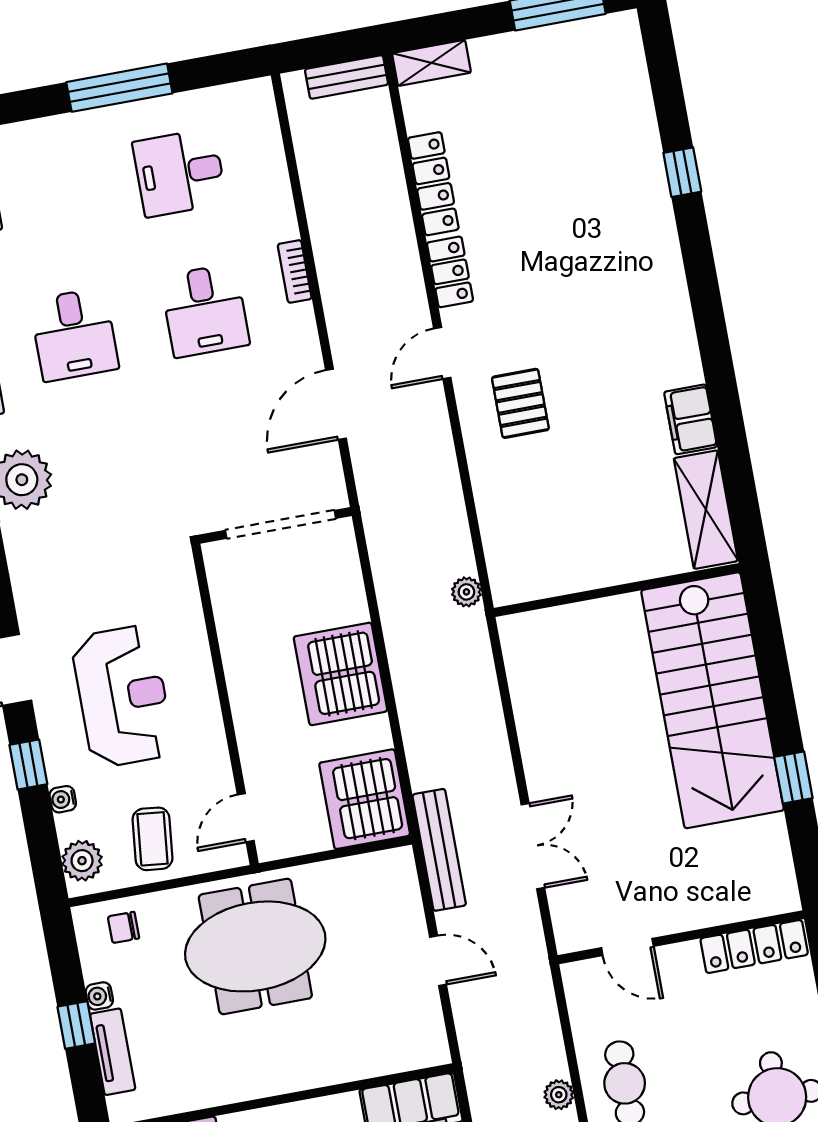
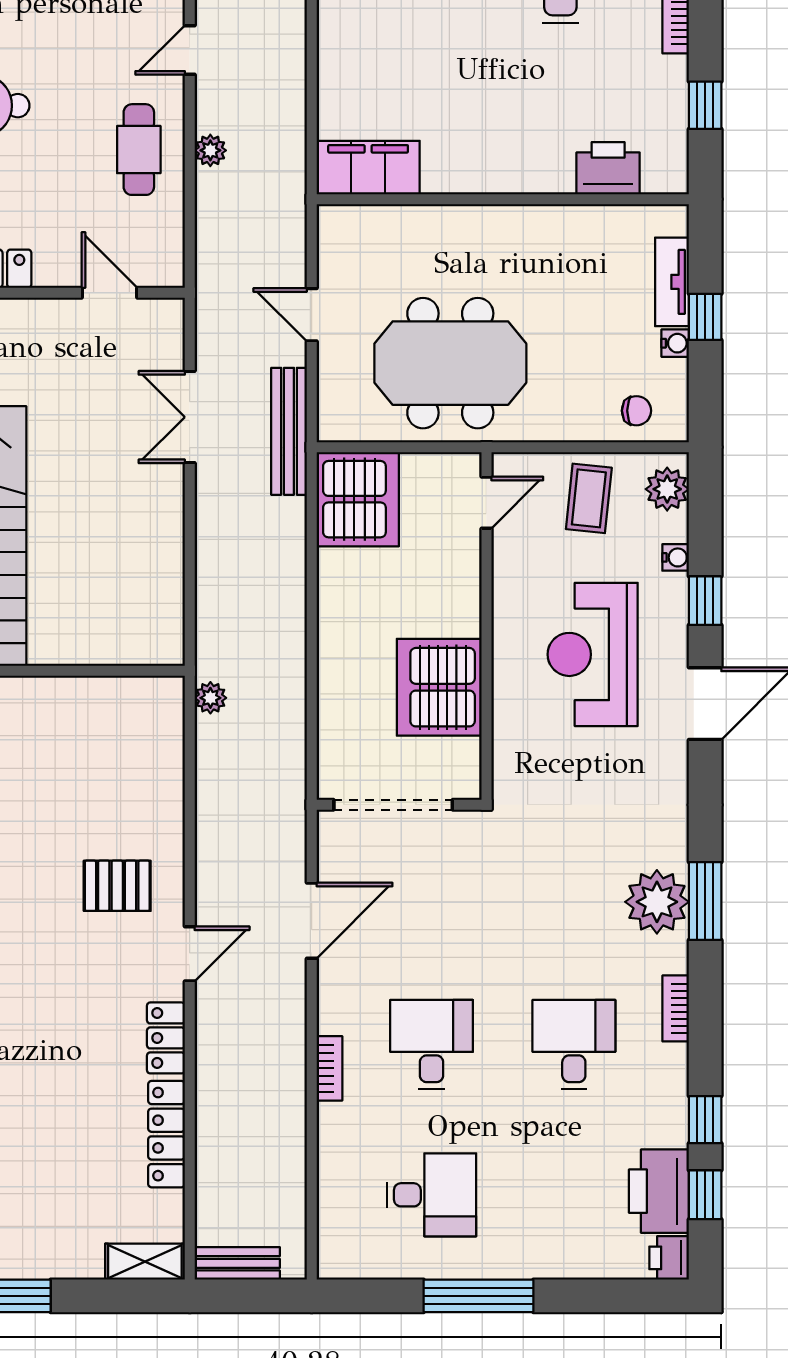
pallet: (520, 403) -> (117, 886), turned 90
server rack: (340, 674) -> (439, 687), moved, turned 180
meeting table: (255, 946) -> (450, 363), moved

